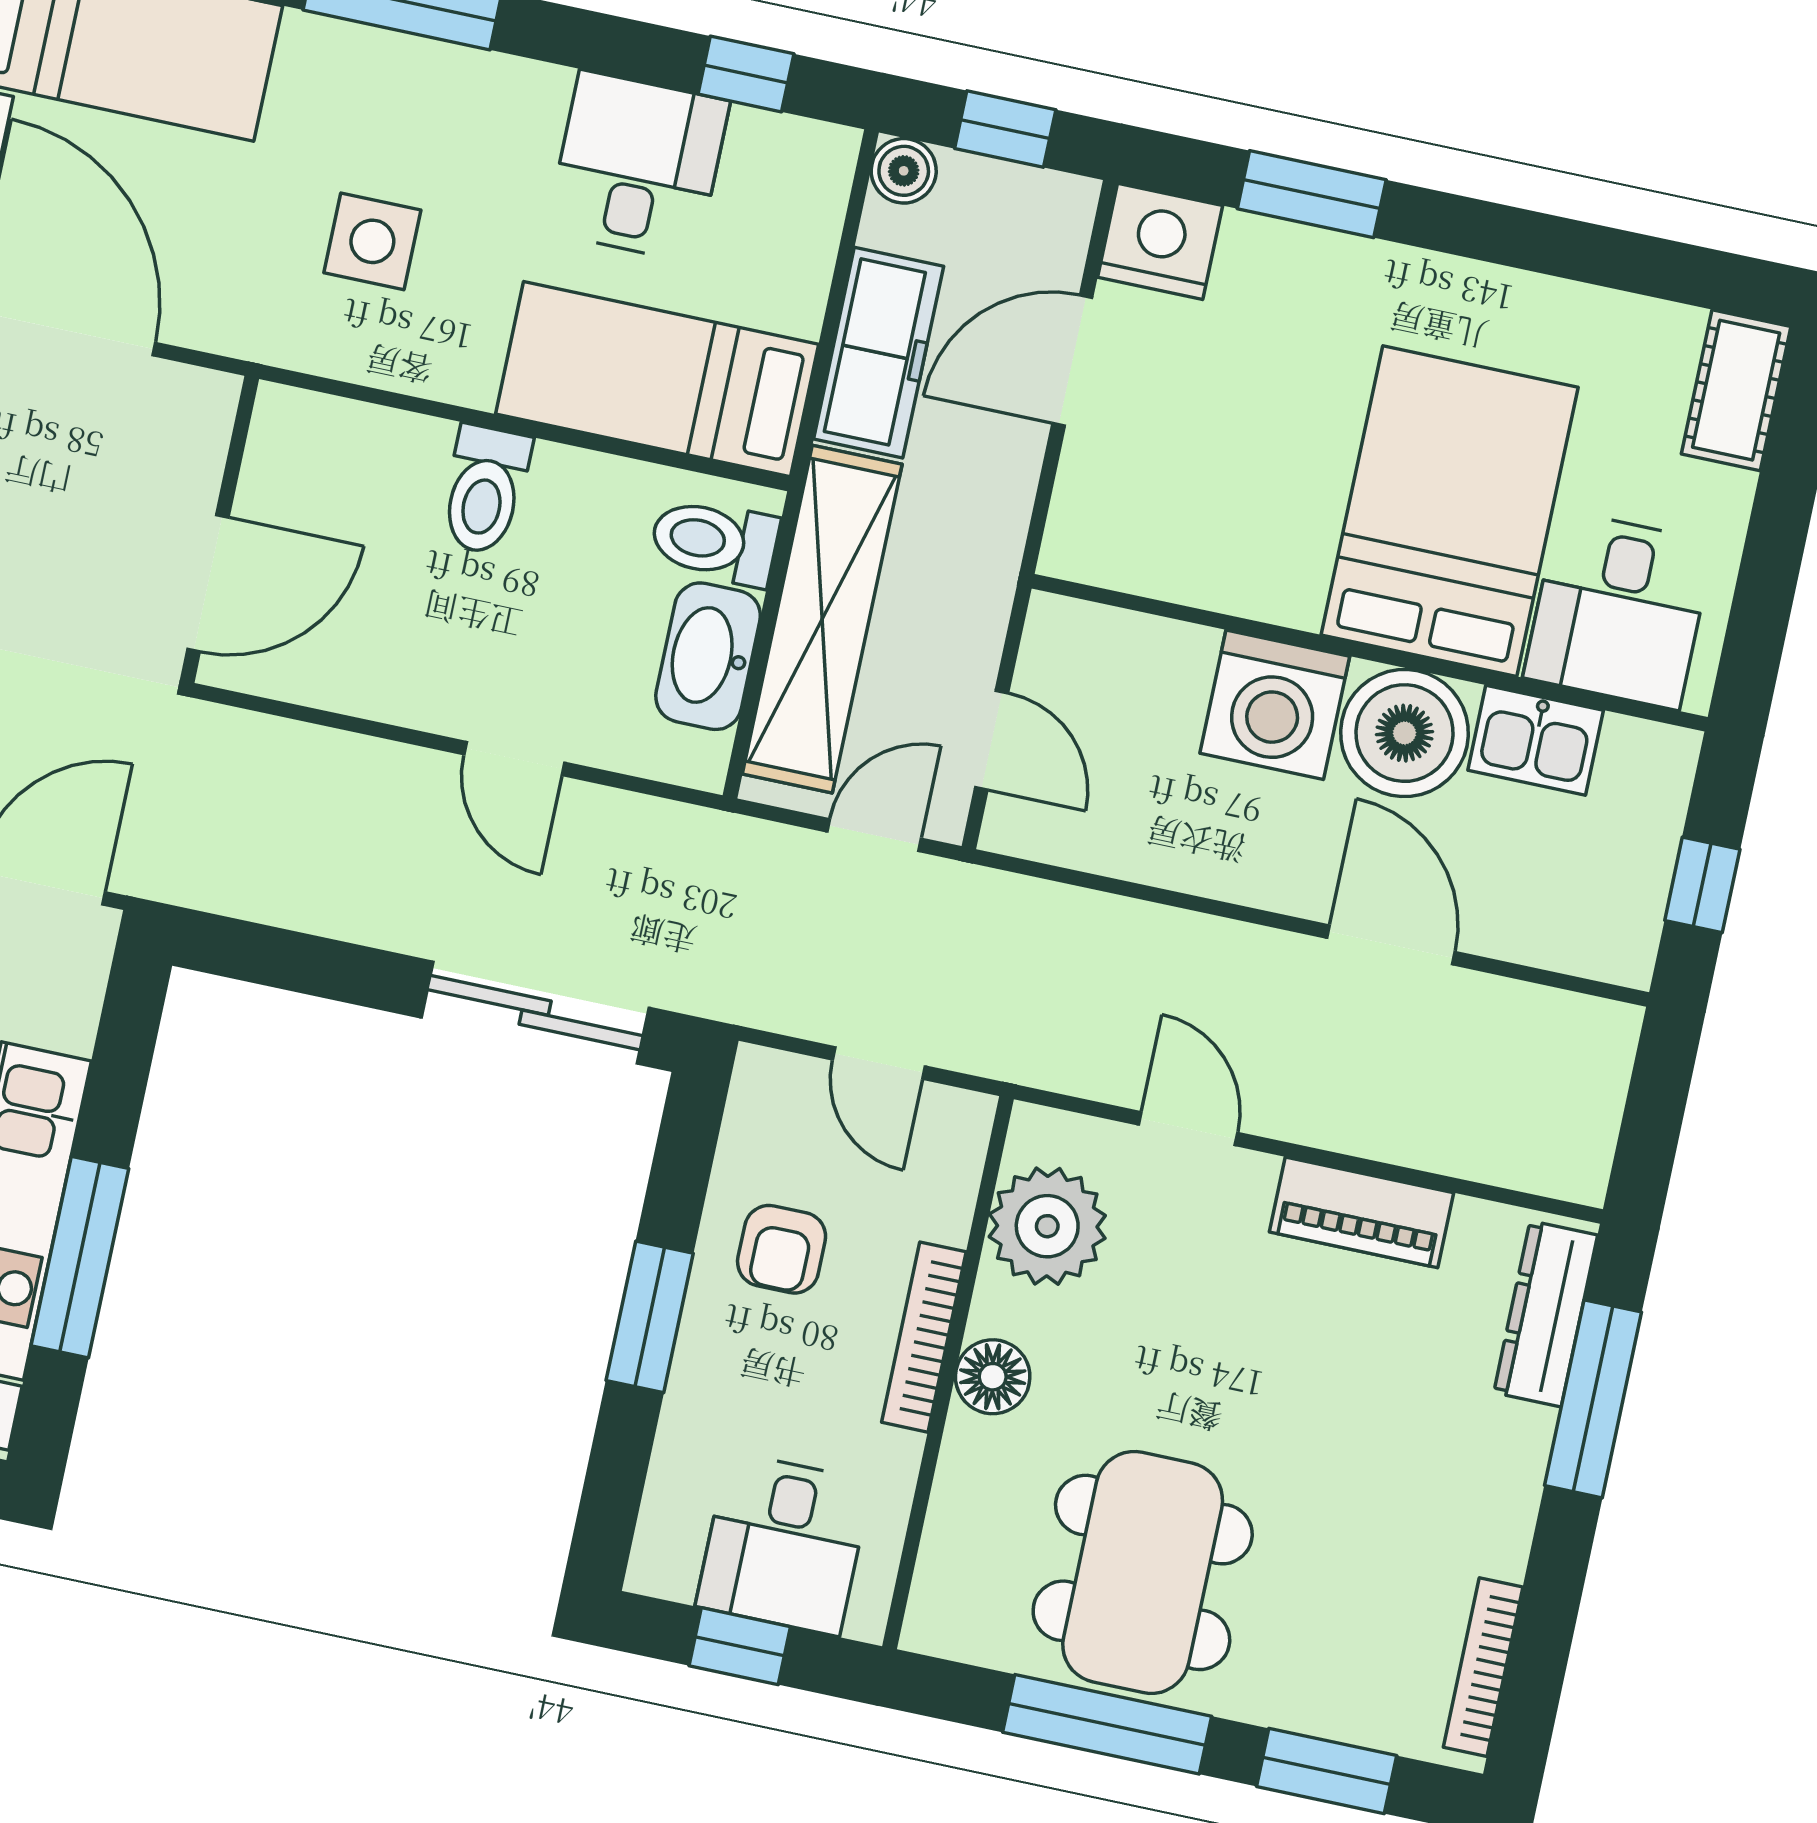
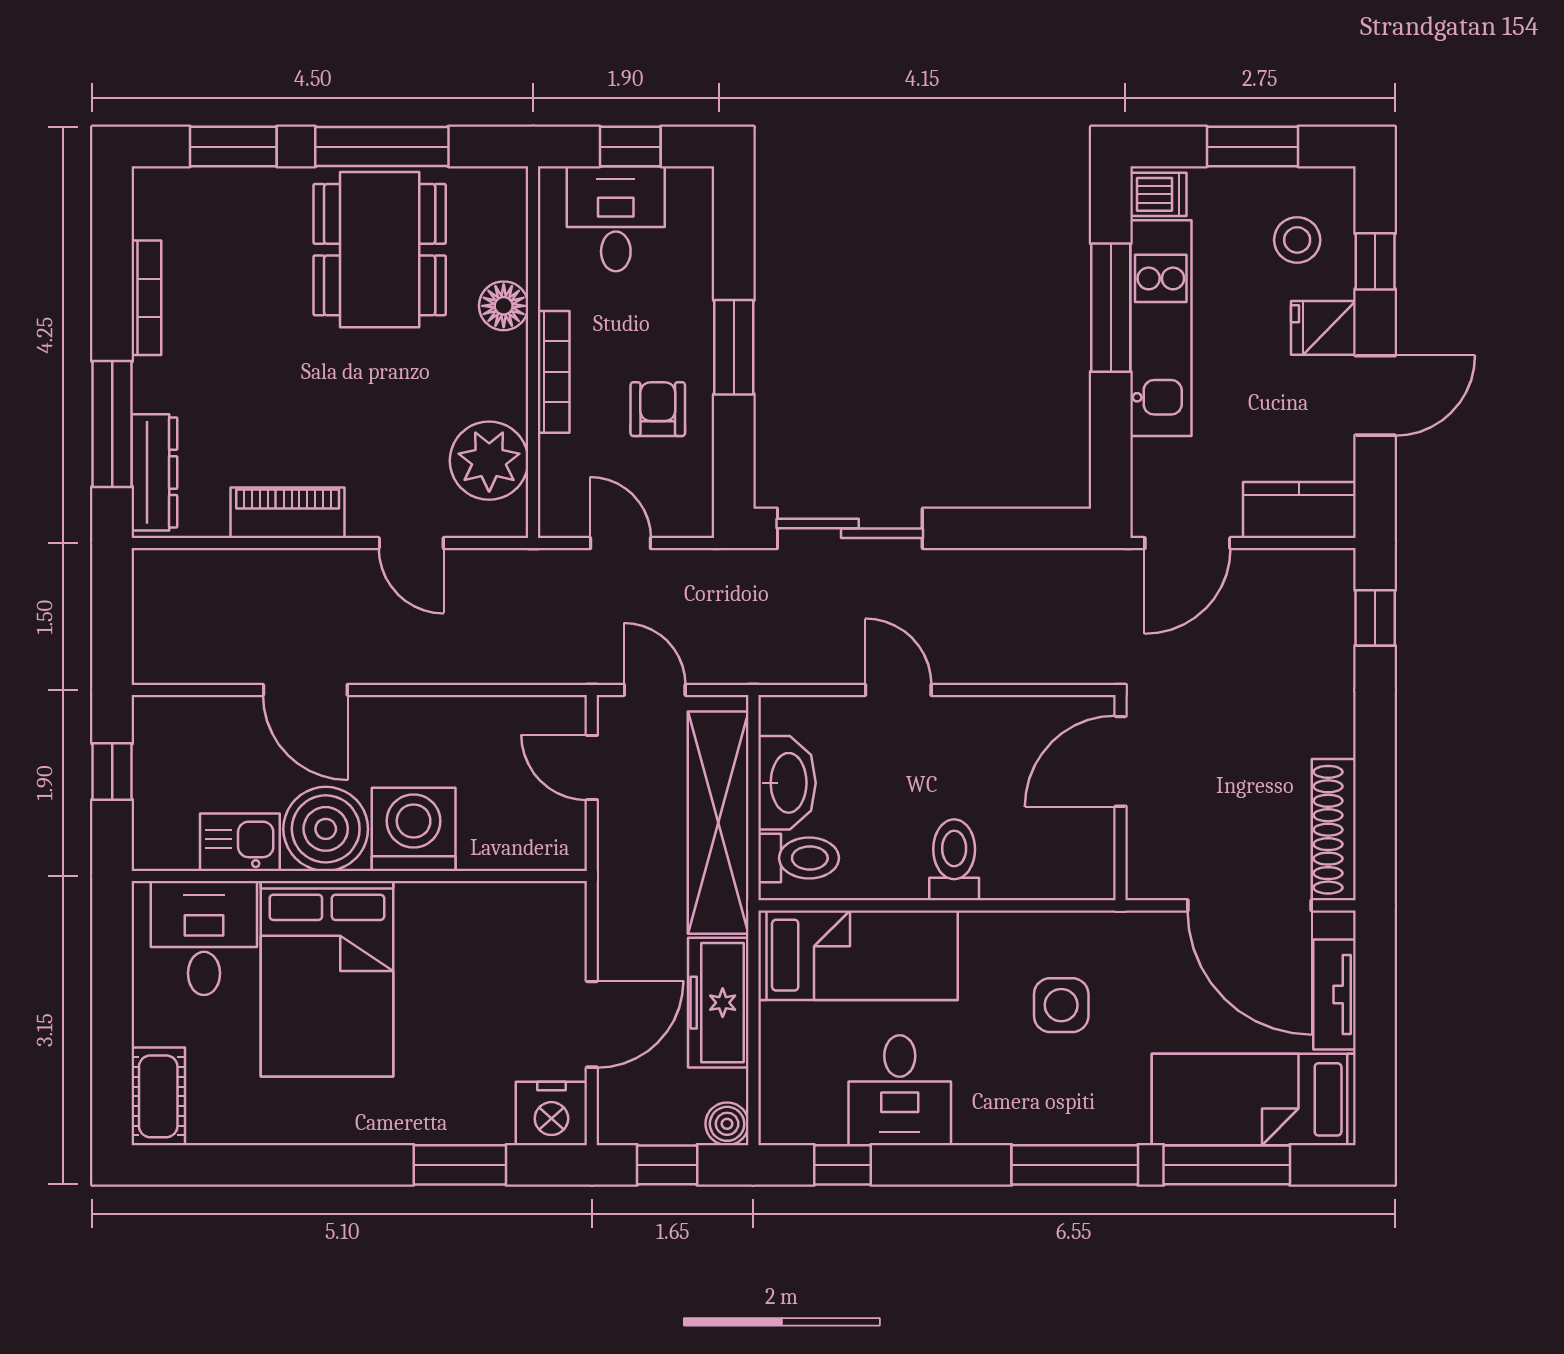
door: (874, 835) -> (655, 690), swing flipped
floor lamp: (993, 1377) -> (504, 306), moved
bookcase: (1483, 1667) -> (146, 298), moved

